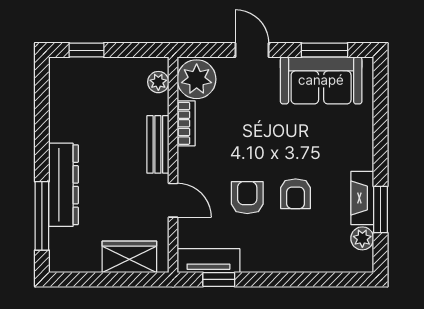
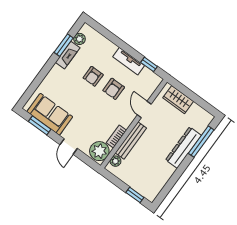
bench: (158, 144) -> (131, 140), width x1.36
armchair: (296, 194) -> (93, 76), turned 180
tv unit: (208, 261) -> (129, 61), moved

